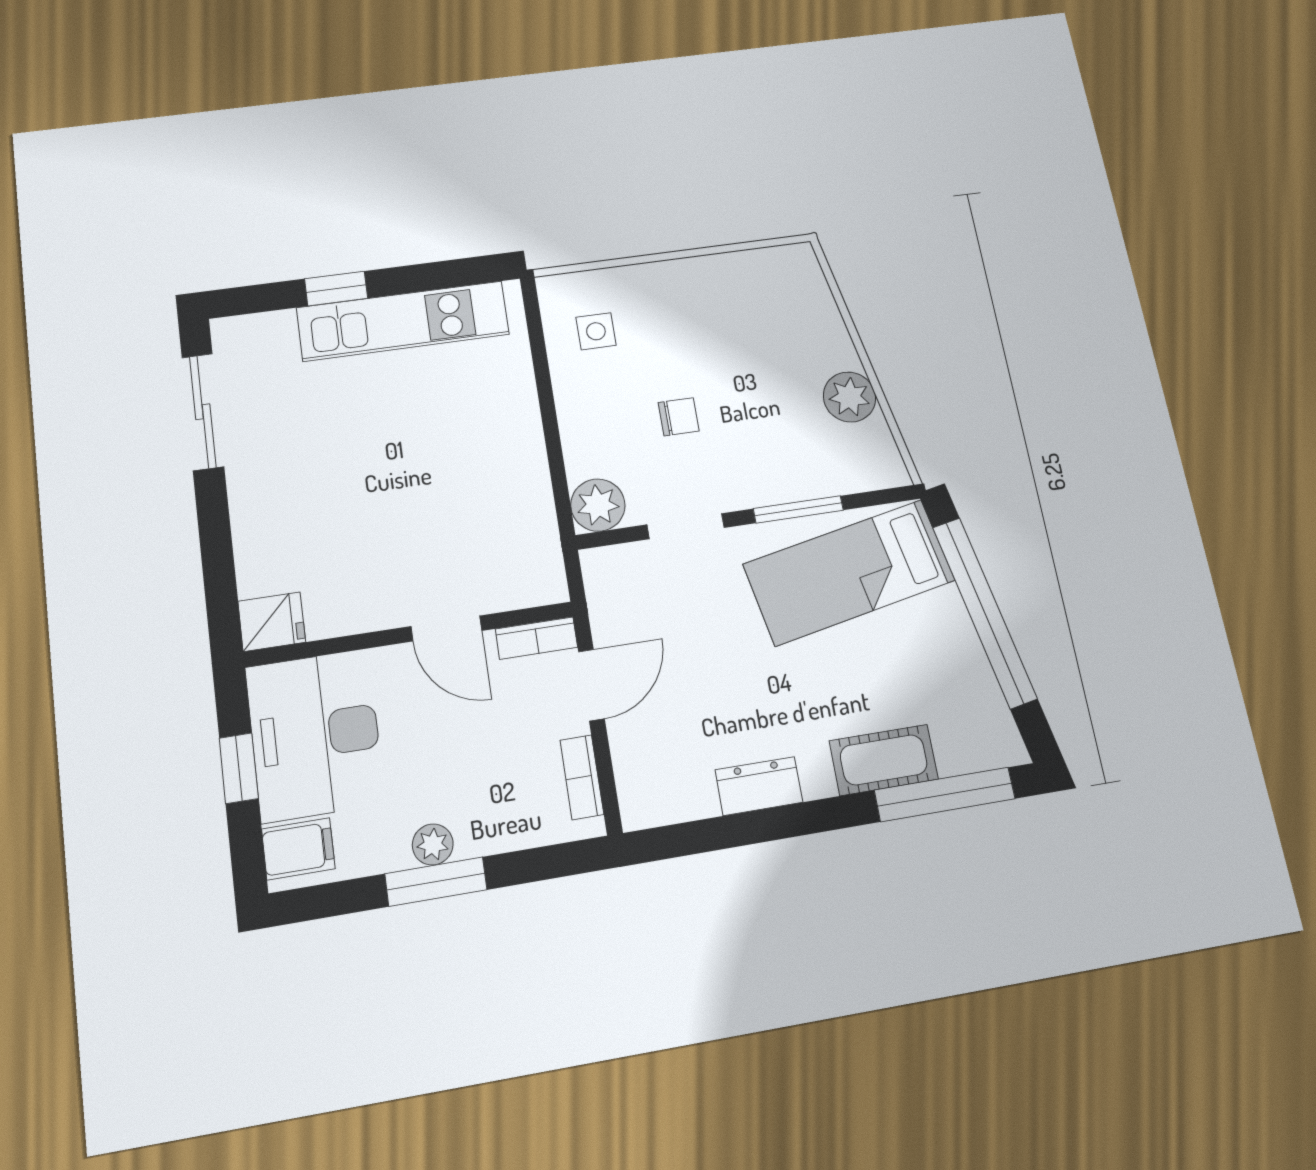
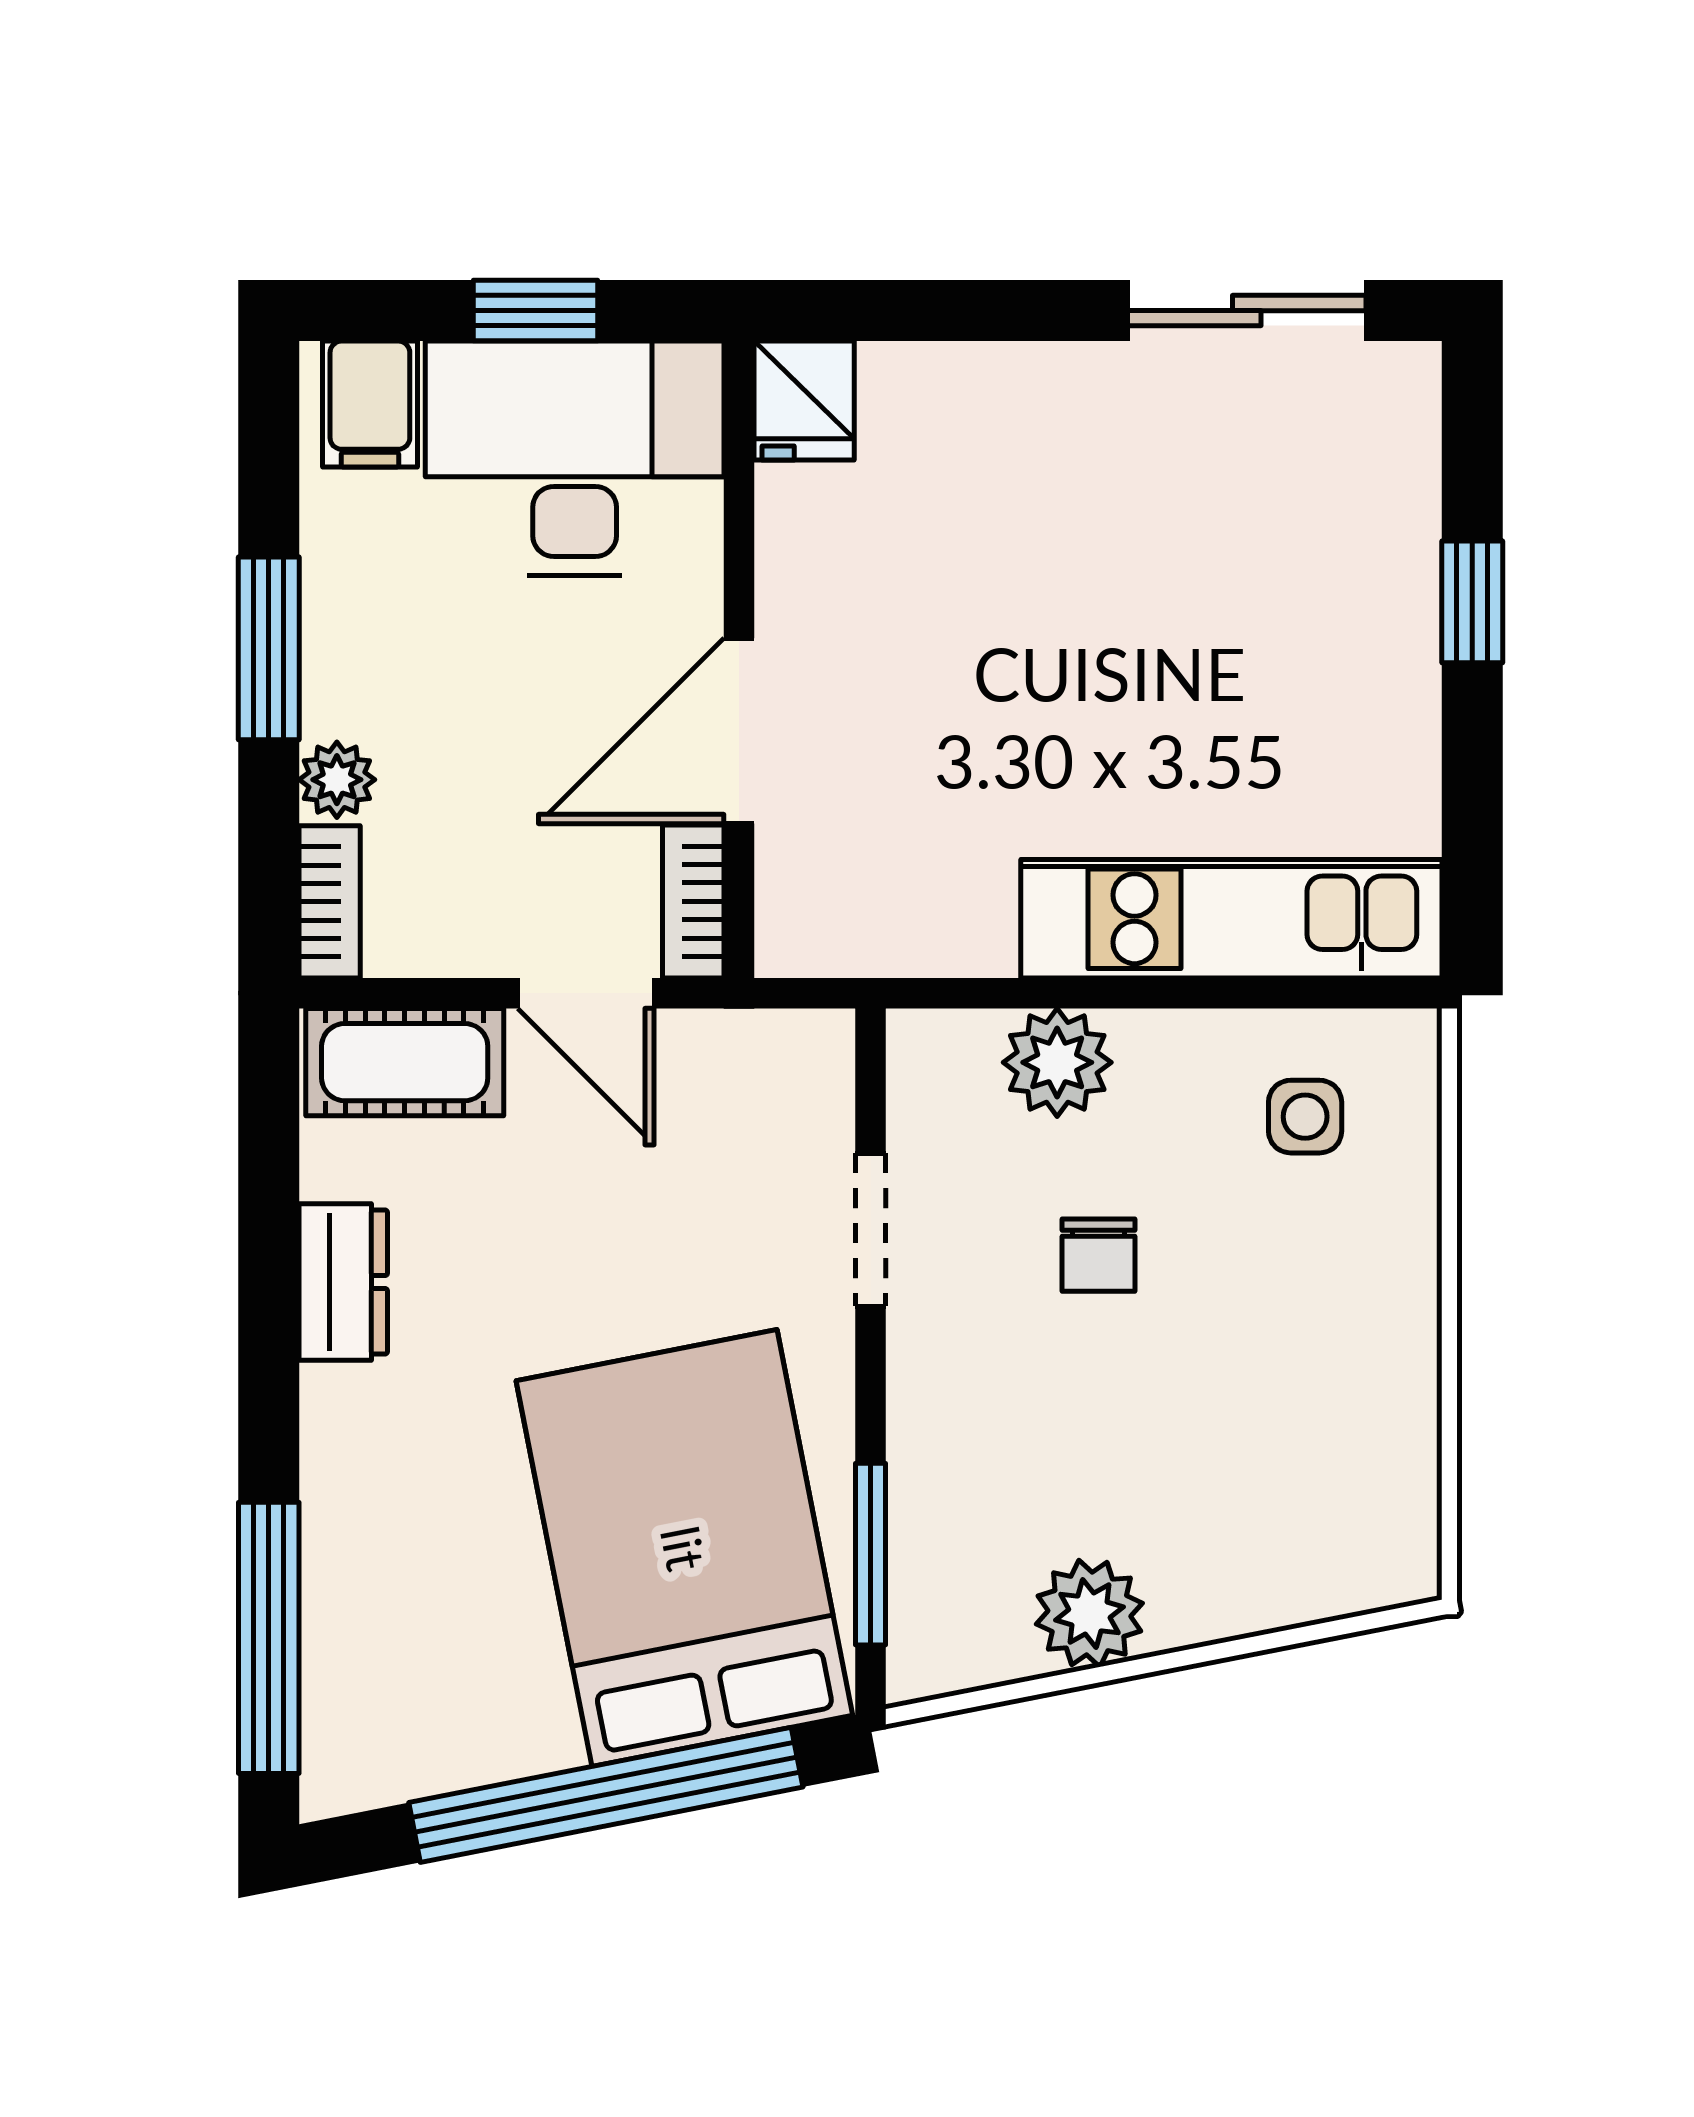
kitchen unit: (403, 321) -> (1231, 919), moved, turned 90
plant: (598, 505) -> (1057, 1062), moved
window: (798, 509) -> (870, 1554), moved
bed: (849, 572) -> (684, 1548), width x1.50
door: (446, 629) -> (739, 731), width x1.38
cot: (884, 760) -> (405, 1062), moved, turned 90
bookcase: (582, 777) -> (330, 902), moved, turned 90
plant: (433, 844) -> (337, 780), moved

